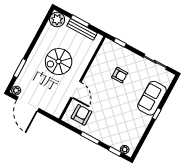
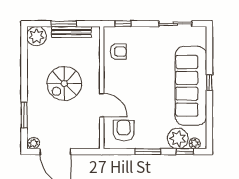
armchair: (120, 75) -> (118, 52), moved
sofa: (152, 98) -> (191, 86), width x1.85, depth x1.27
plant: (115, 140) -> (178, 139), added

